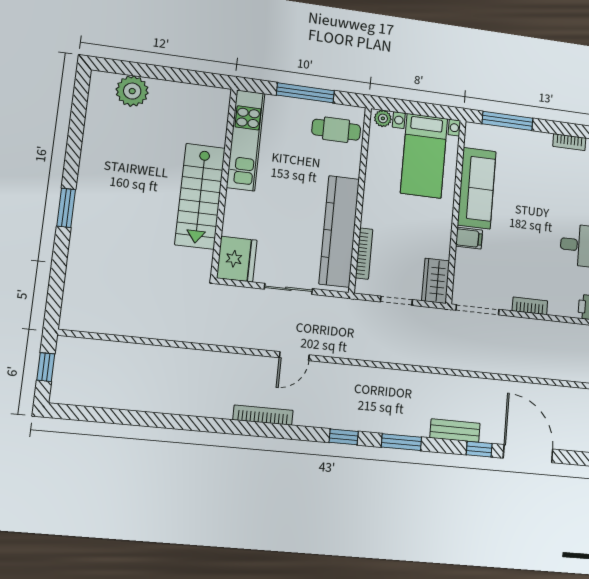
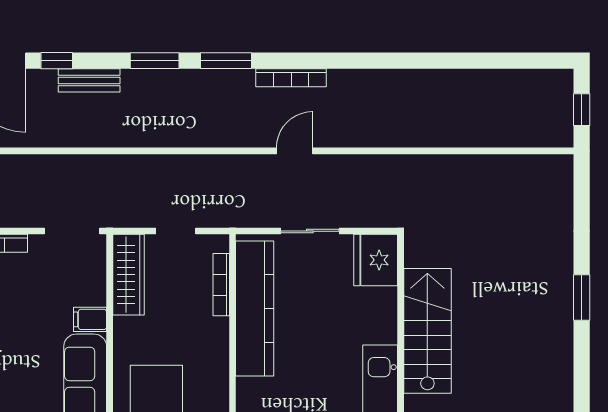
wardrobe: (436, 281) -> (129, 275), width x1.50
bookcase: (263, 415) -> (291, 78), moved
window: (344, 437) -> (226, 61), width x1.50

